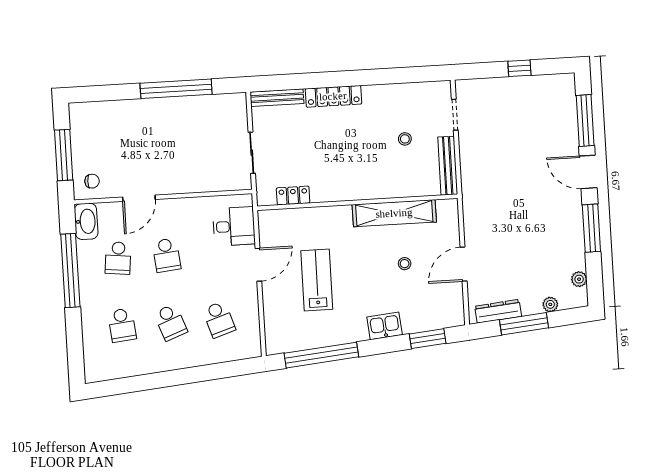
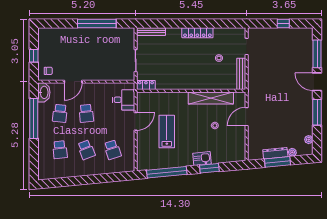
locker: (333, 96) -> (197, 33), moved
window: (64, 155) -> (34, 56), width x0.46
locker: (293, 195) -> (146, 85), moved
door: (464, 264) -> (247, 117), moved
dresser: (498, 311) -> (275, 153), moved
window: (428, 339) -> (209, 168), moved

